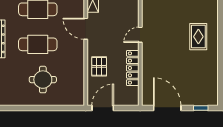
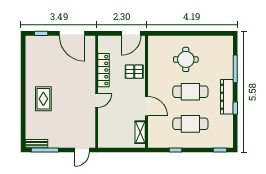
pallet: (99, 66) -> (134, 72), turned 90

